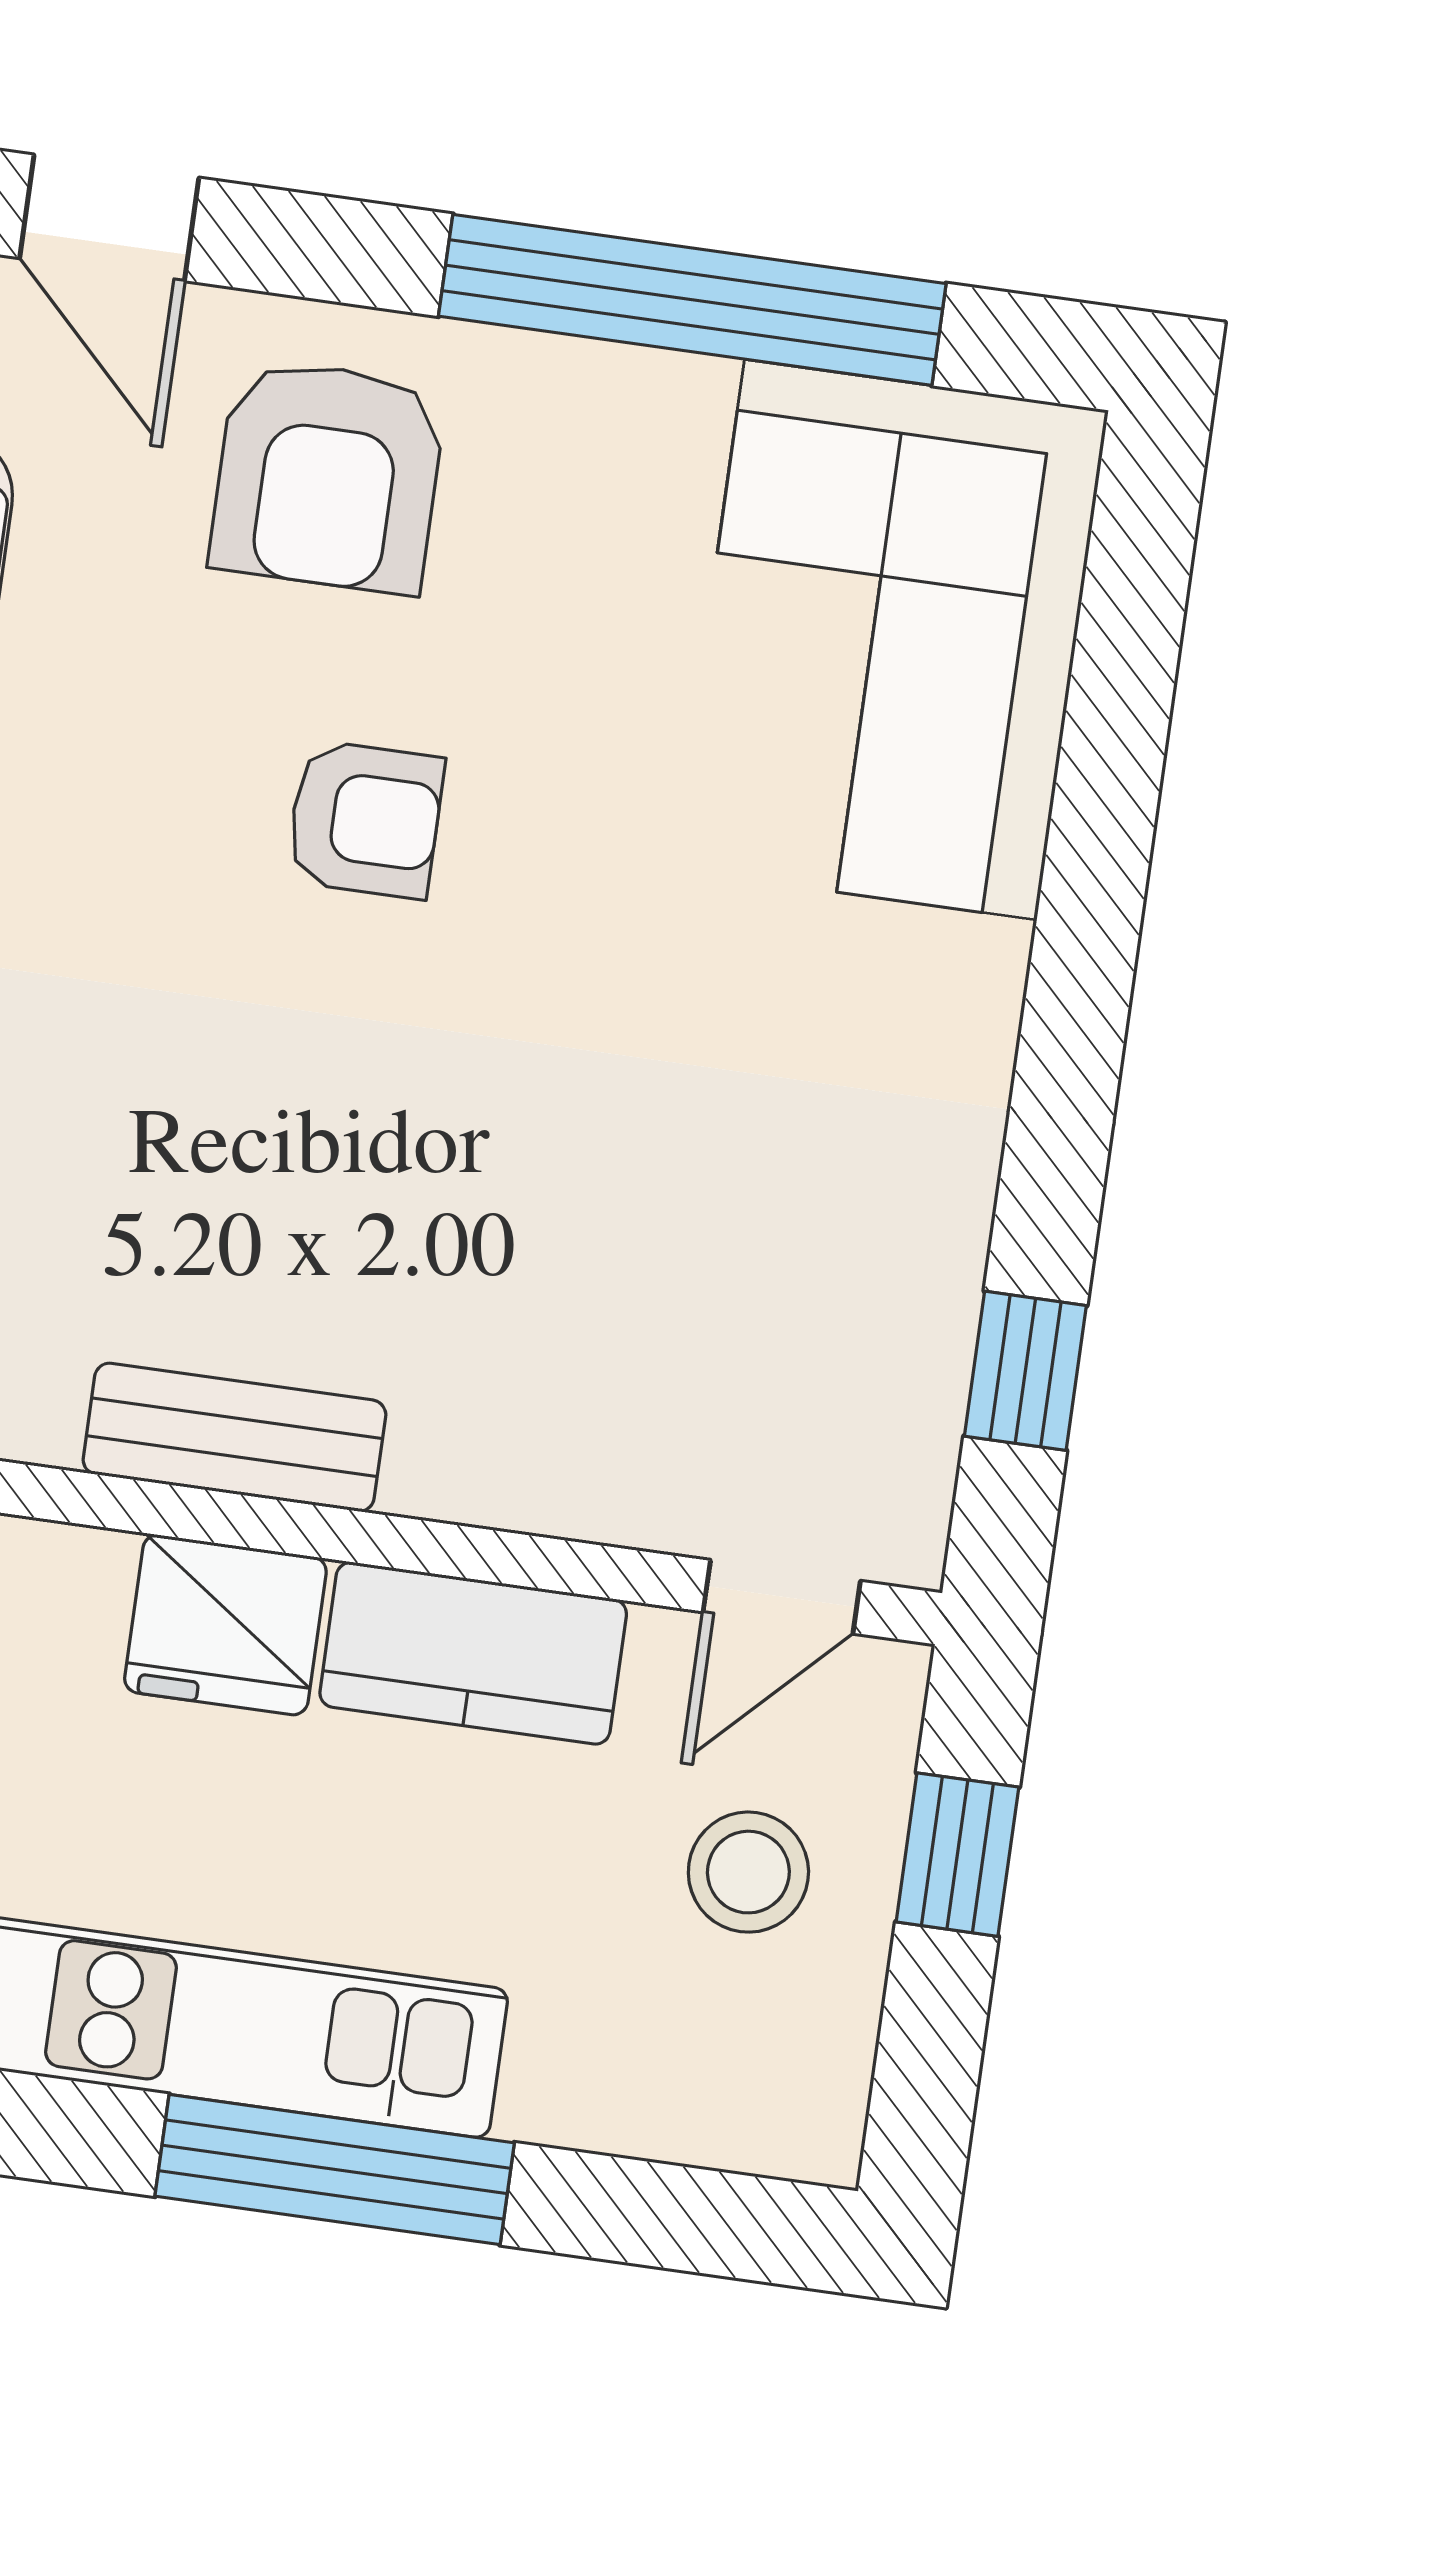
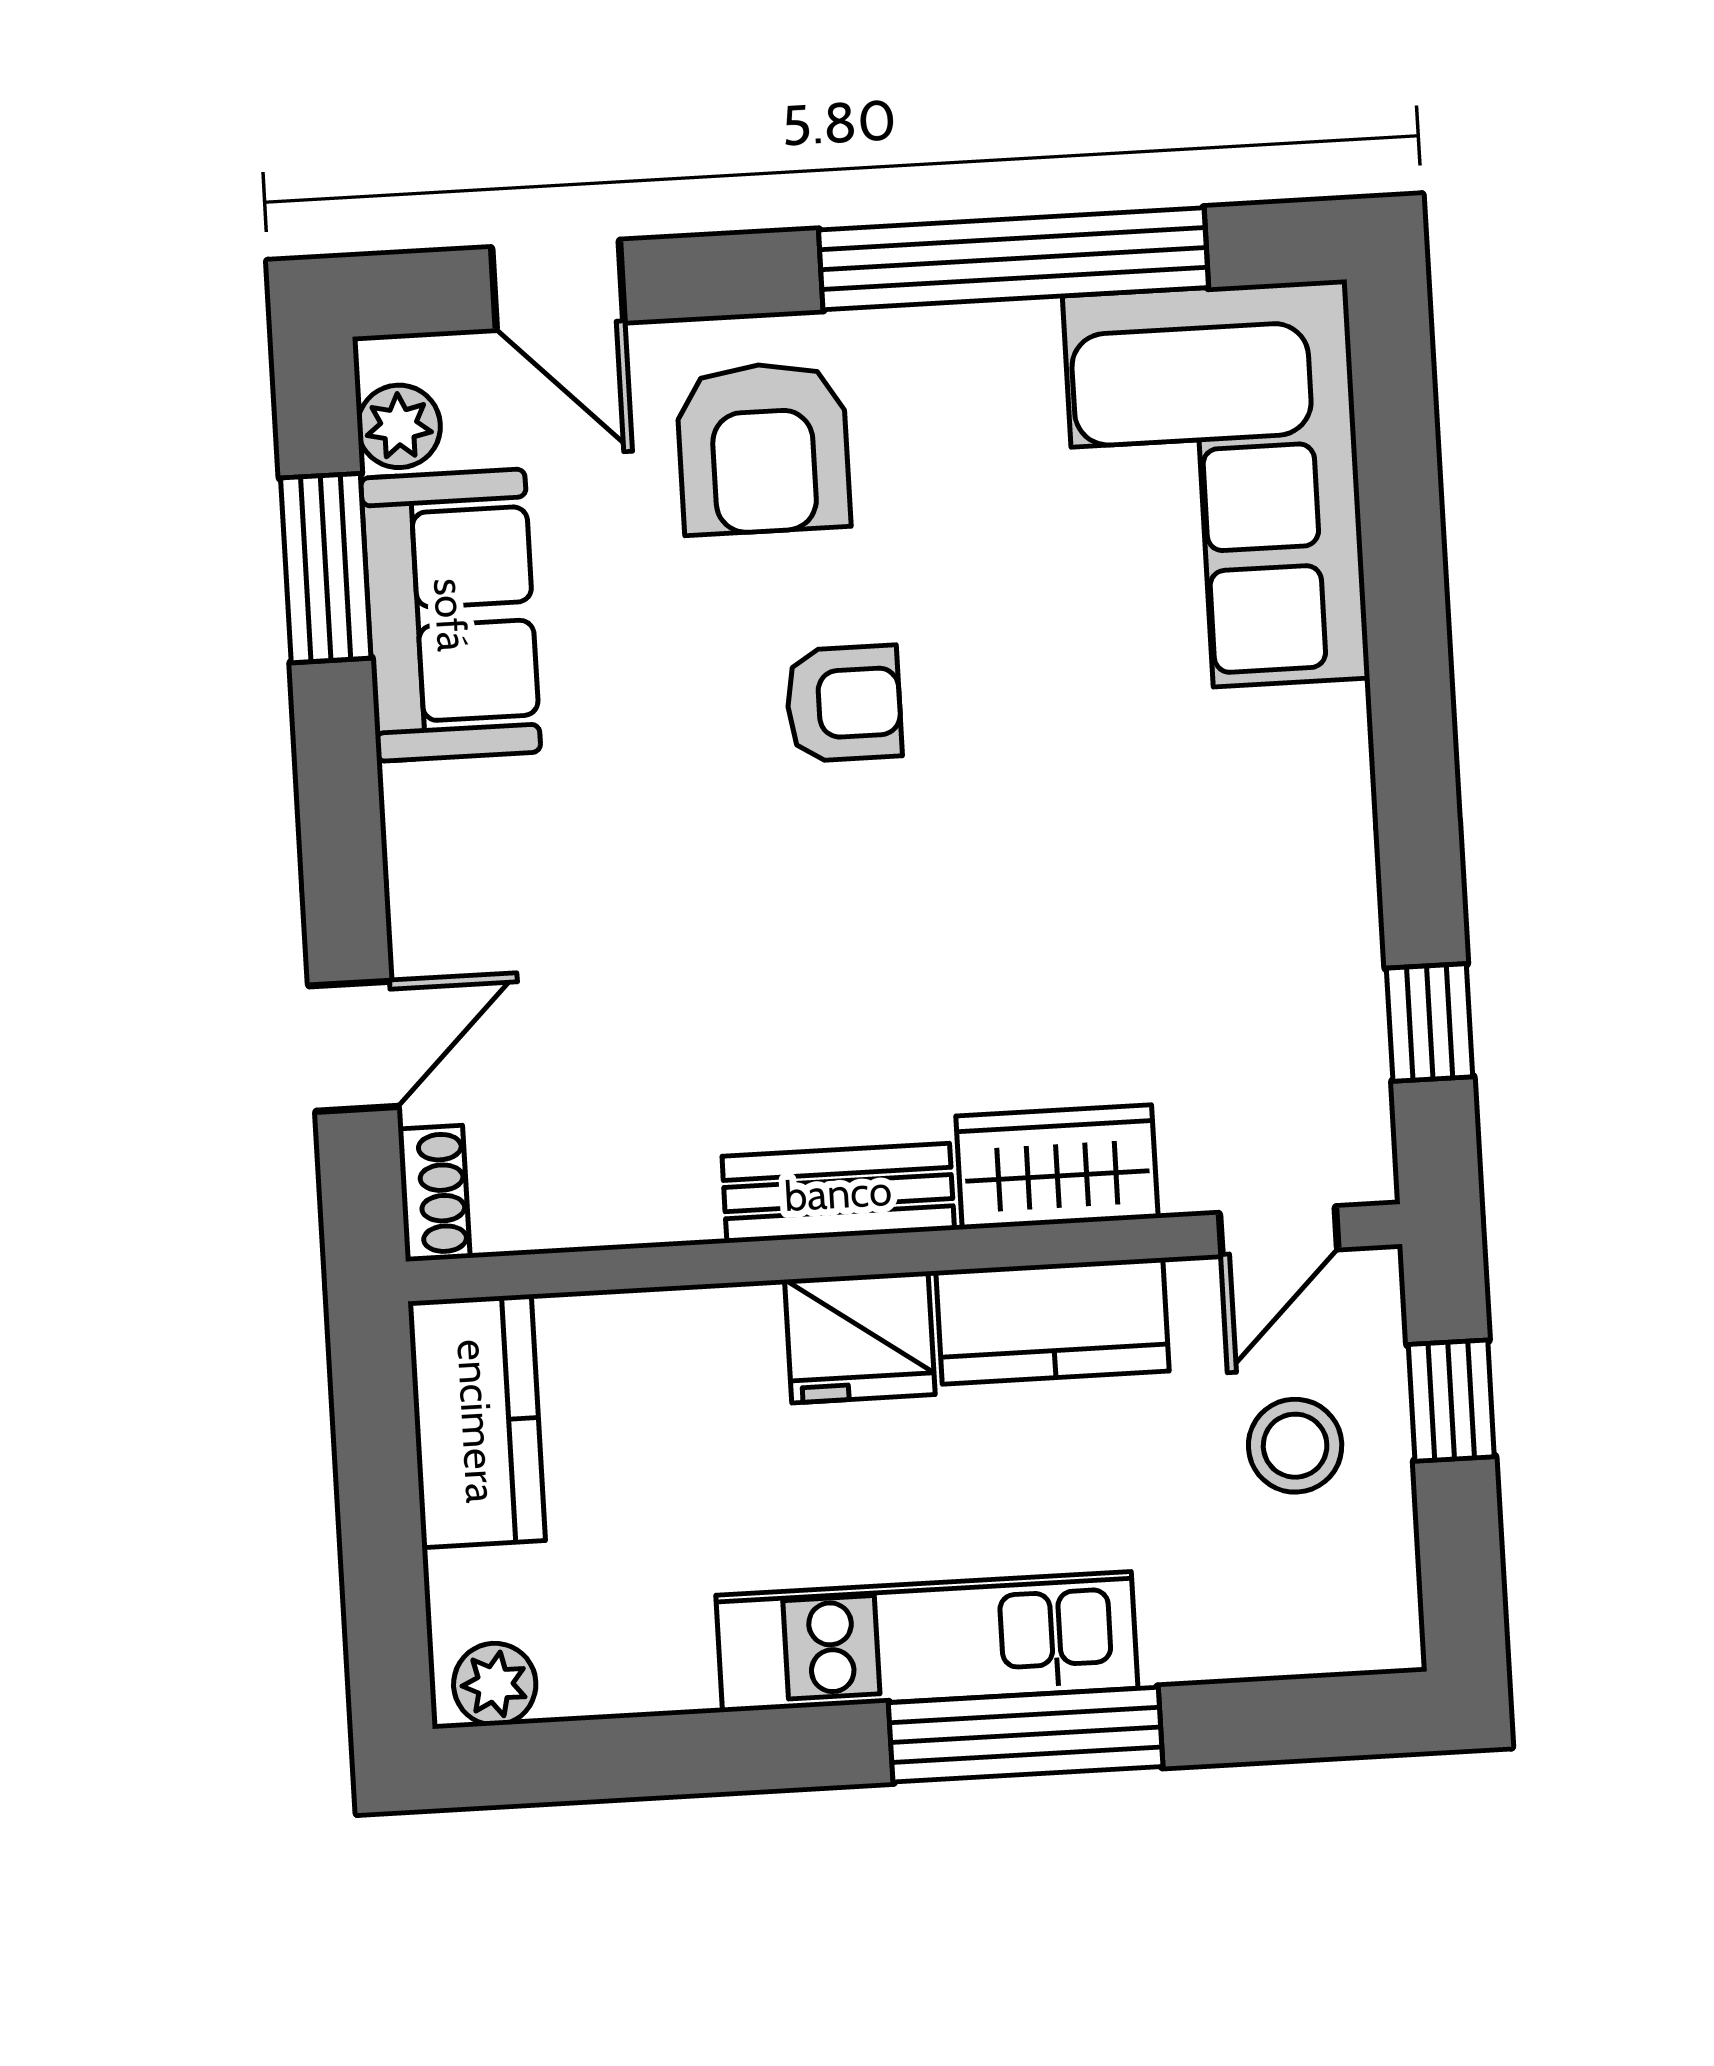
wardrobe: (518, 1460) -> (1057, 1167), added

